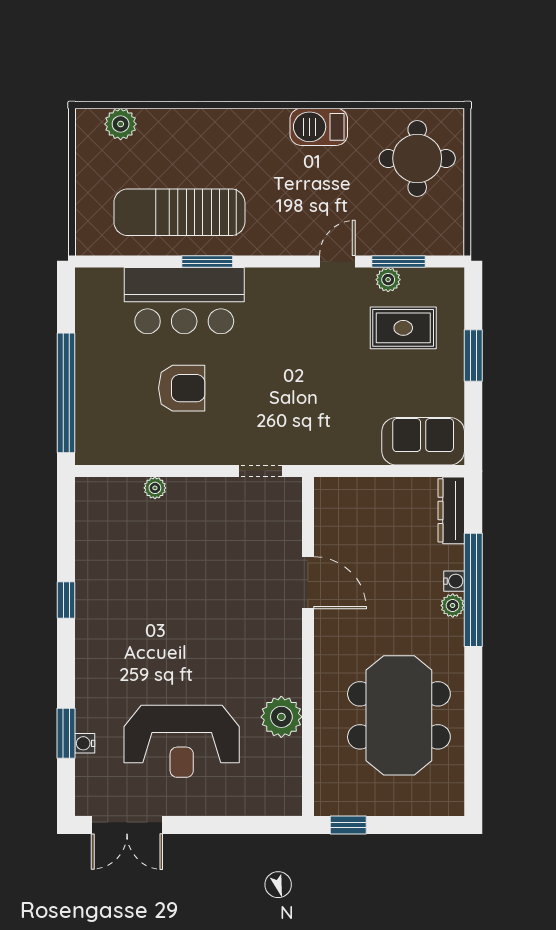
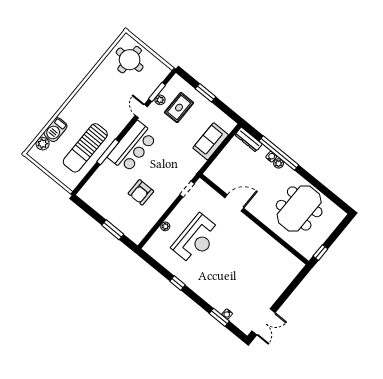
barbecue: (319, 127) -> (55, 130), moved
window: (207, 262) -> (108, 152), width x1.44
bar counter: (184, 301) -> (132, 147), moved
armchair: (182, 388) -> (141, 192), turned 180
window: (66, 393) -> (113, 230), width x0.47
sofa: (423, 441) -> (211, 141), moved
meeting table: (399, 715) -> (299, 209), turned 90
plant: (281, 717) -> (269, 246), removed
reception desk: (182, 741) -> (196, 239), moved

